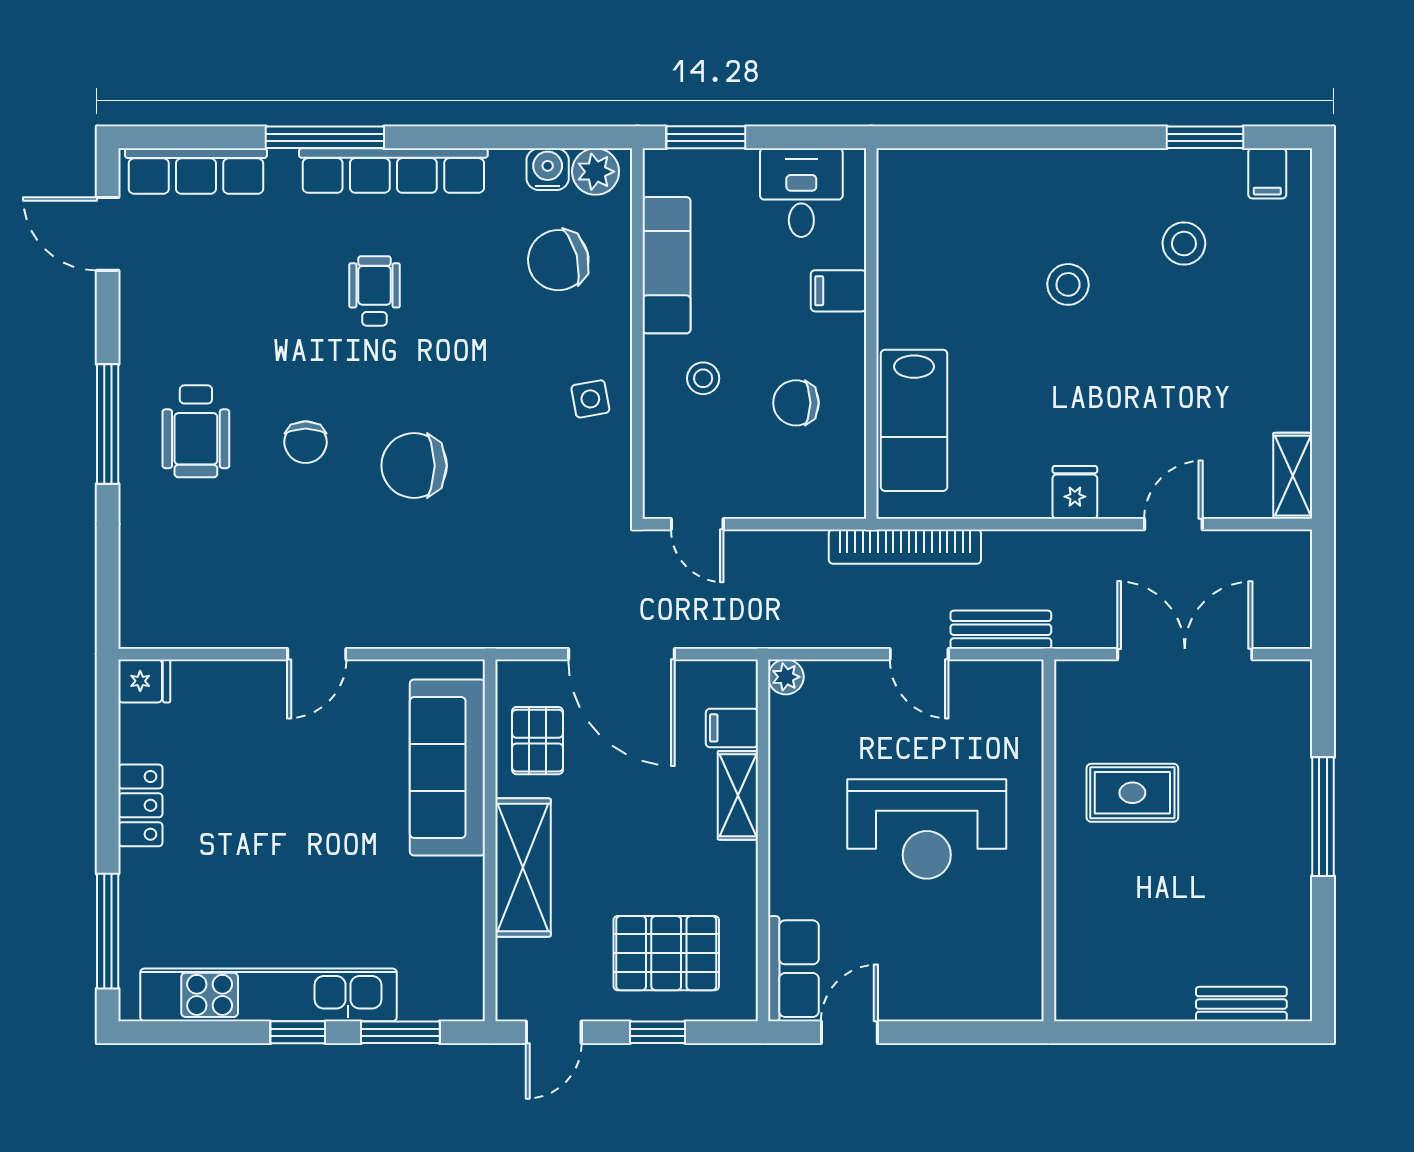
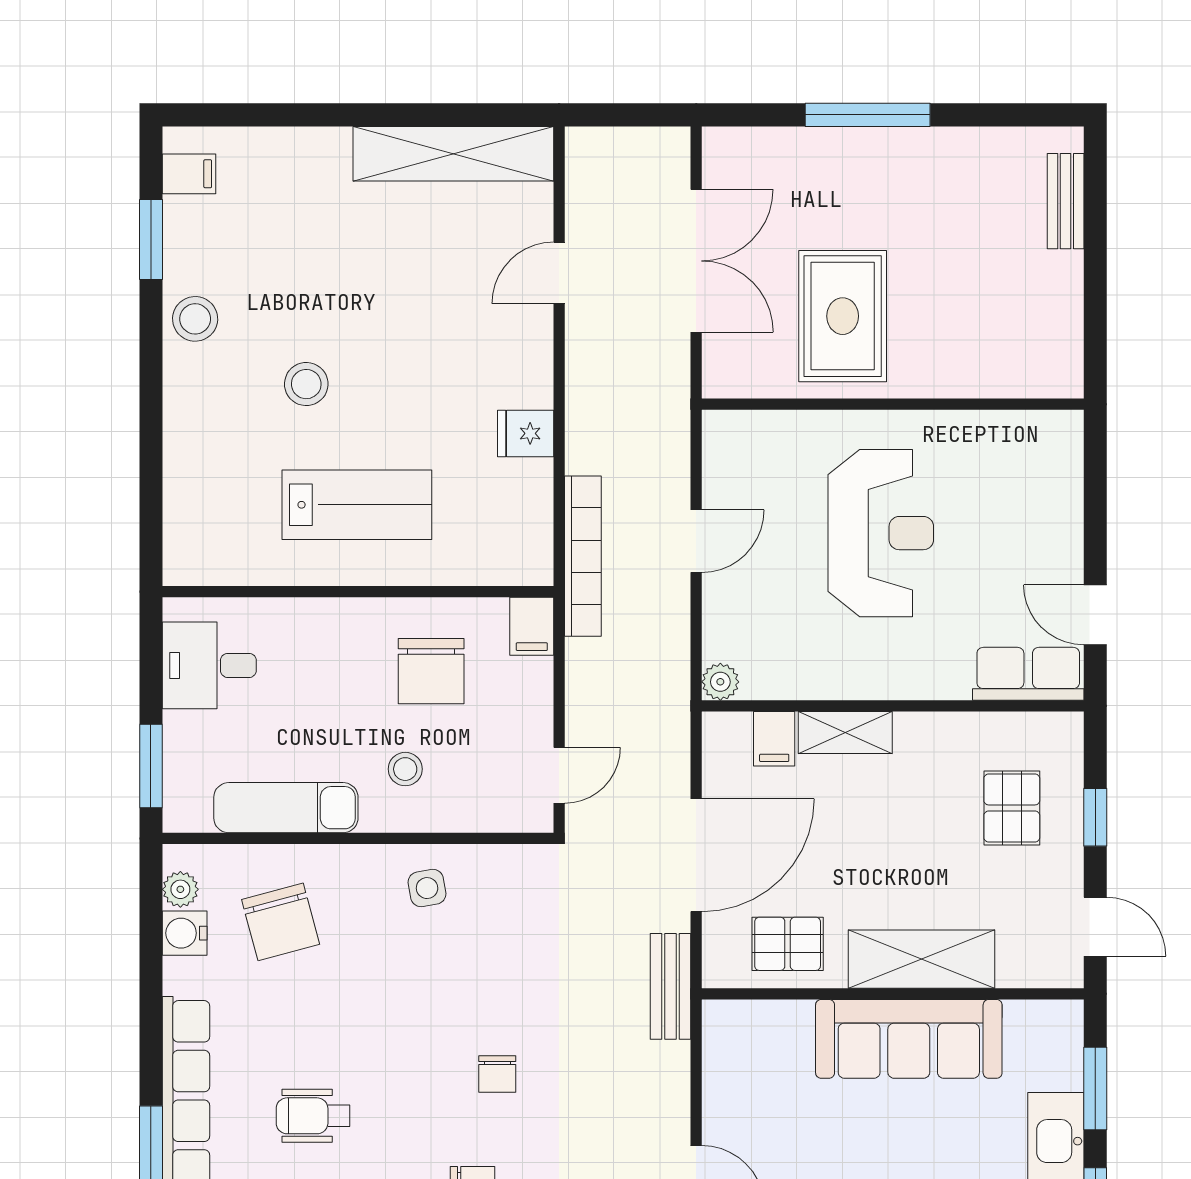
plant: (596, 172) -> (180, 889), width x0.73, depth x0.73
stool: (1184, 244) -> (195, 319), moved
filing cabinet: (838, 291) -> (532, 626), moved
chair: (796, 403) -> (431, 671), width x1.37, depth x1.37
lab bench: (914, 420) -> (357, 505), moved
chair: (414, 466) -> (497, 1074), width x0.54, depth x0.54
shelving: (1293, 476) -> (453, 154), width x2.20, depth x1.33
fridge: (1075, 492) -> (526, 433), moved
door: (1173, 524) -> (559, 273), hinge flipped
bench: (1001, 630) -> (671, 986), moved
double door: (1185, 654) -> (696, 261), swing flipped
sofa: (447, 768) -> (909, 1039), moved
rug: (1132, 793) -> (843, 316), width x1.36, depth x1.43
pallet: (666, 953) -> (1012, 808), width x0.67, depth x0.71

